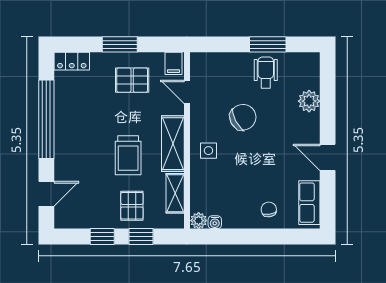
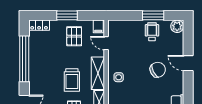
pallet: (132, 80) -> (74, 36), turned 90
plant: (309, 101) -> (177, 26), moved
chair: (243, 117) -> (158, 70), moved
door: (328, 157) -> (188, 63), moved

